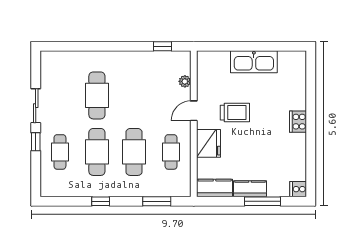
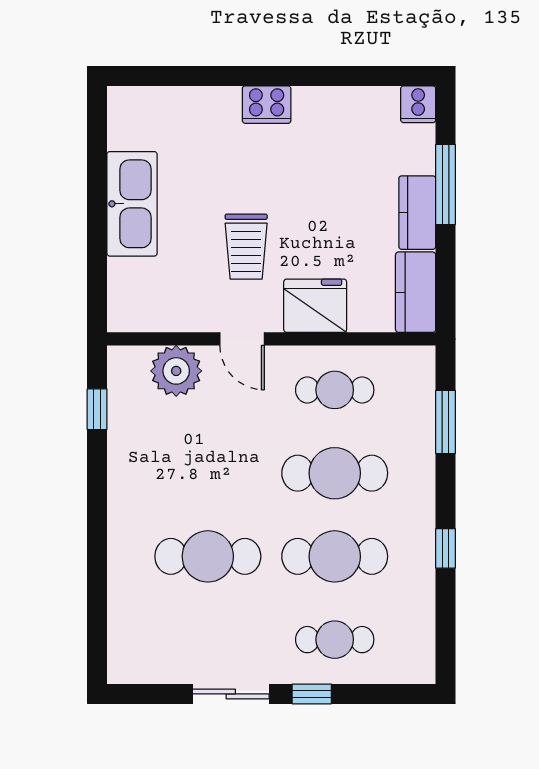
plant: (185, 81) -> (176, 371), width x1.87, depth x1.87
trolley: (235, 113) -> (246, 247), turned 180

